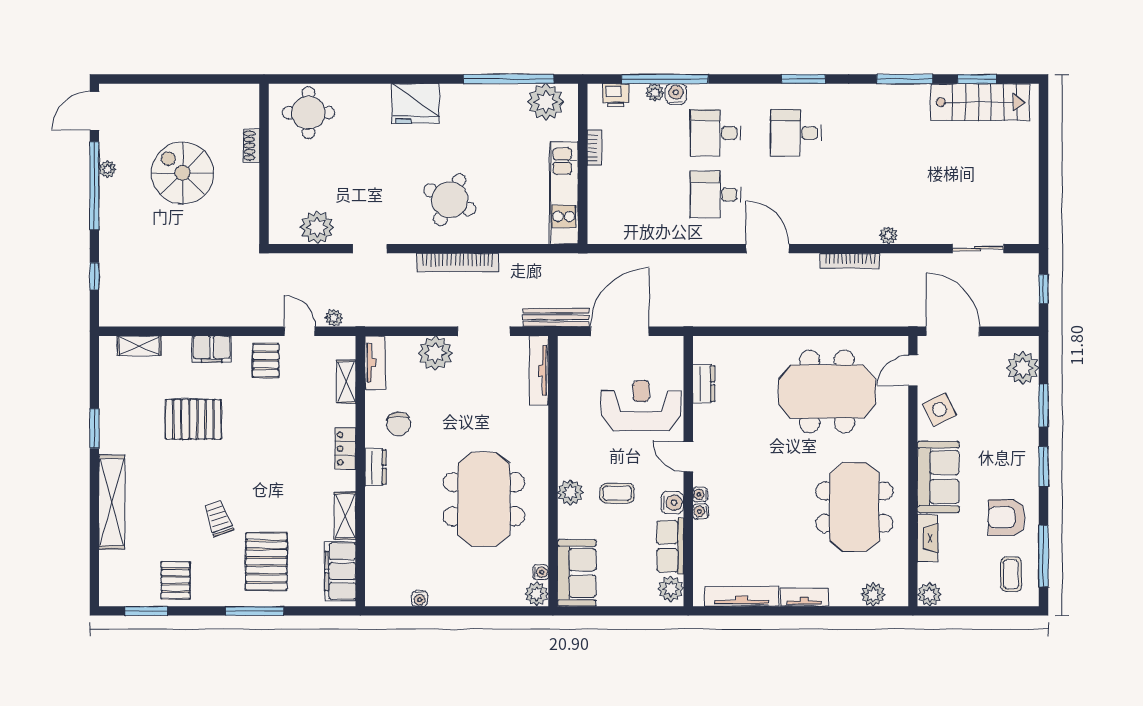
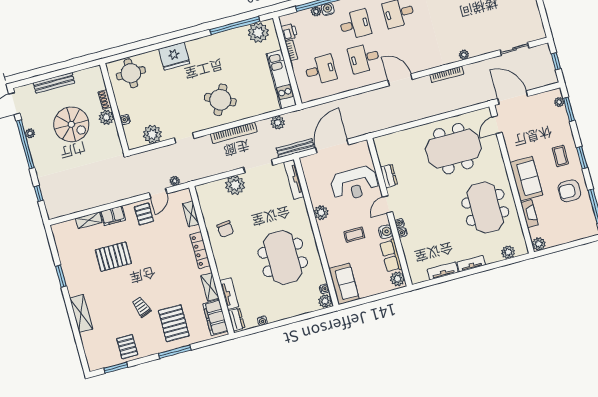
bench: (172, 94) -> (54, 83), added
printer: (616, 96) -> (289, 32), moved, turned -90
fridge: (416, 103) -> (174, 56), moved
desk: (716, 133) -> (355, 25), turned 180
spiral stairs: (183, 173) -> (71, 124), turned 180
plant: (246, 177) -> (107, 117), added
water cooler: (277, 189) -> (125, 119), added
desk: (635, 195) -> (320, 70), added
plant: (538, 265) -> (278, 123), added
door: (300, 331) -> (158, 193), swing flipped
shelving: (139, 346) -> (89, 220), moved
tv unit: (375, 363) -> (229, 294), moved
plant: (1023, 368) -> (559, 102), width x0.53, depth x0.53
dresser: (704, 383) -> (389, 176), moved
window: (1044, 405) -> (569, 109), moved
reception desk: (641, 406) -> (354, 184), turned 180
side table: (939, 409) -> (517, 142), removed
locker: (345, 449) -> (200, 250), width x1.53
door: (688, 457) -> (388, 204), hinge flipped
dresser: (375, 467) -> (236, 319), moved
plant: (570, 492) -> (321, 213), moved
shelving: (112, 502) -> (81, 314), width x0.68
coffee table: (1011, 574) -> (560, 156), moved
tv unit: (742, 596) -> (443, 271), width x0.71

